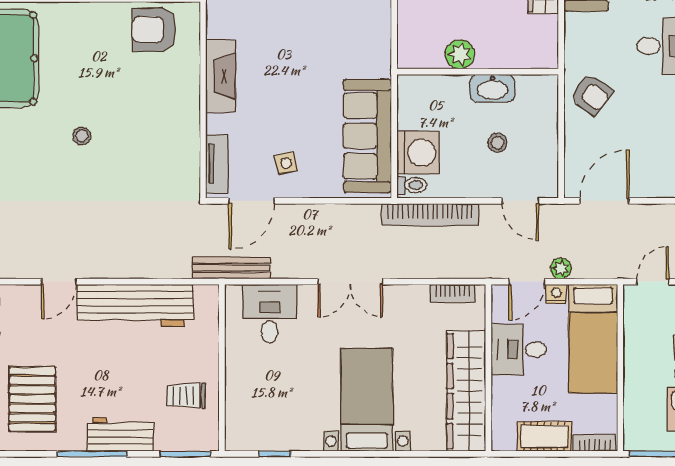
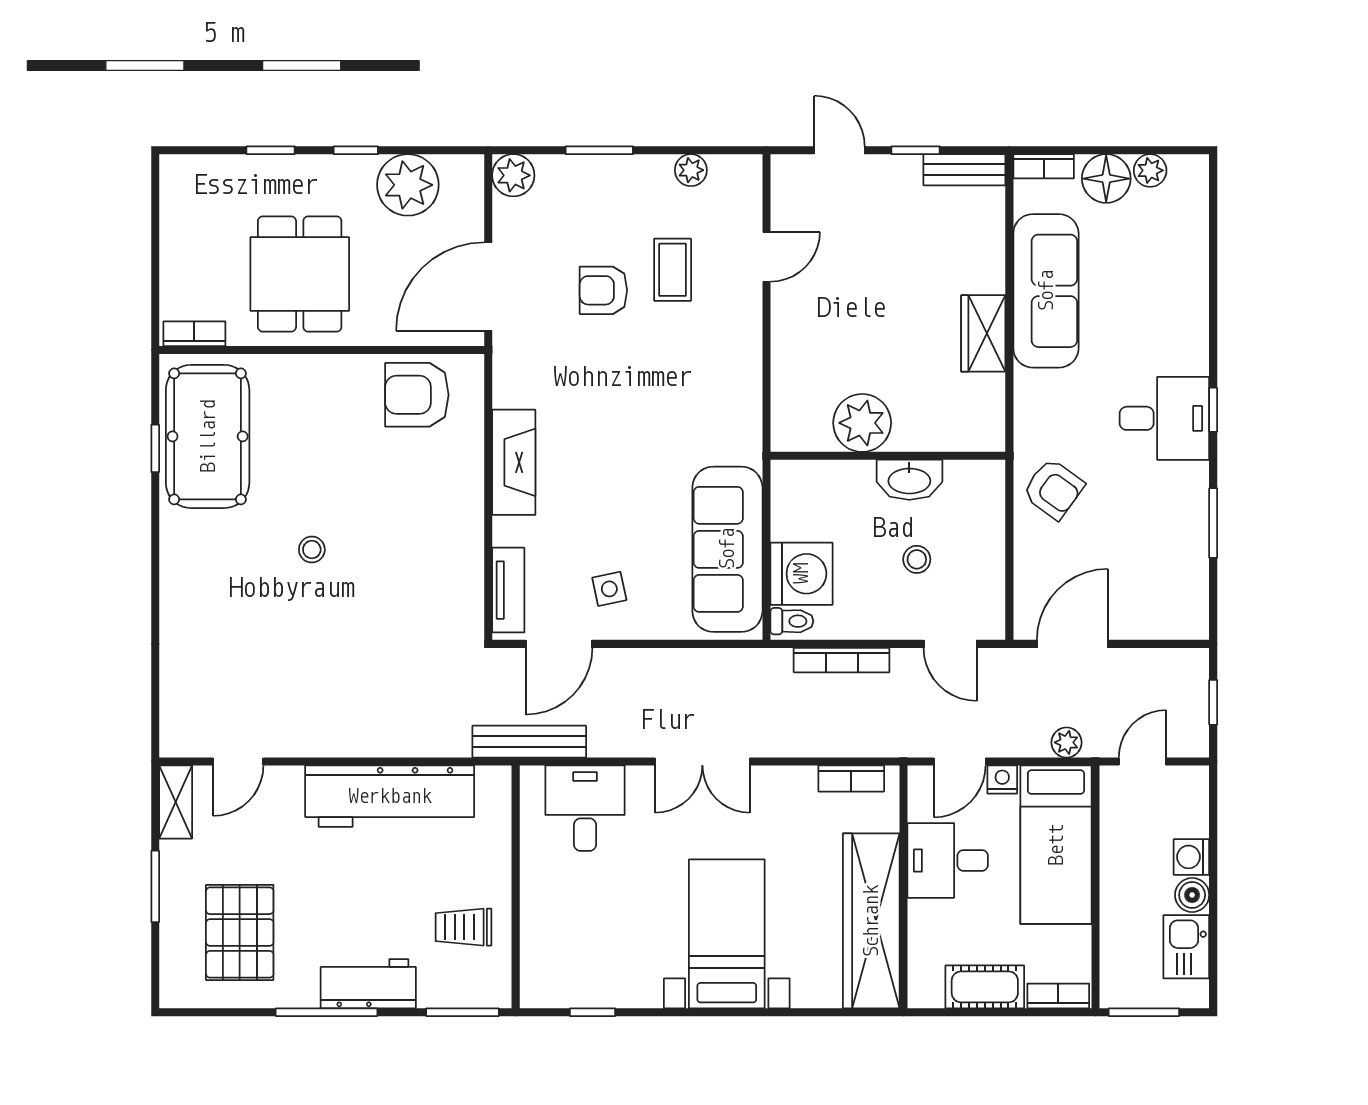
plant: (460, 54) -> (862, 423), width x1.36, depth x1.36
bookcase: (430, 215) -> (842, 660), width x0.68, depth x0.76
plant: (561, 269) -> (1066, 742), moved
door: (59, 282) -> (238, 761), moved

